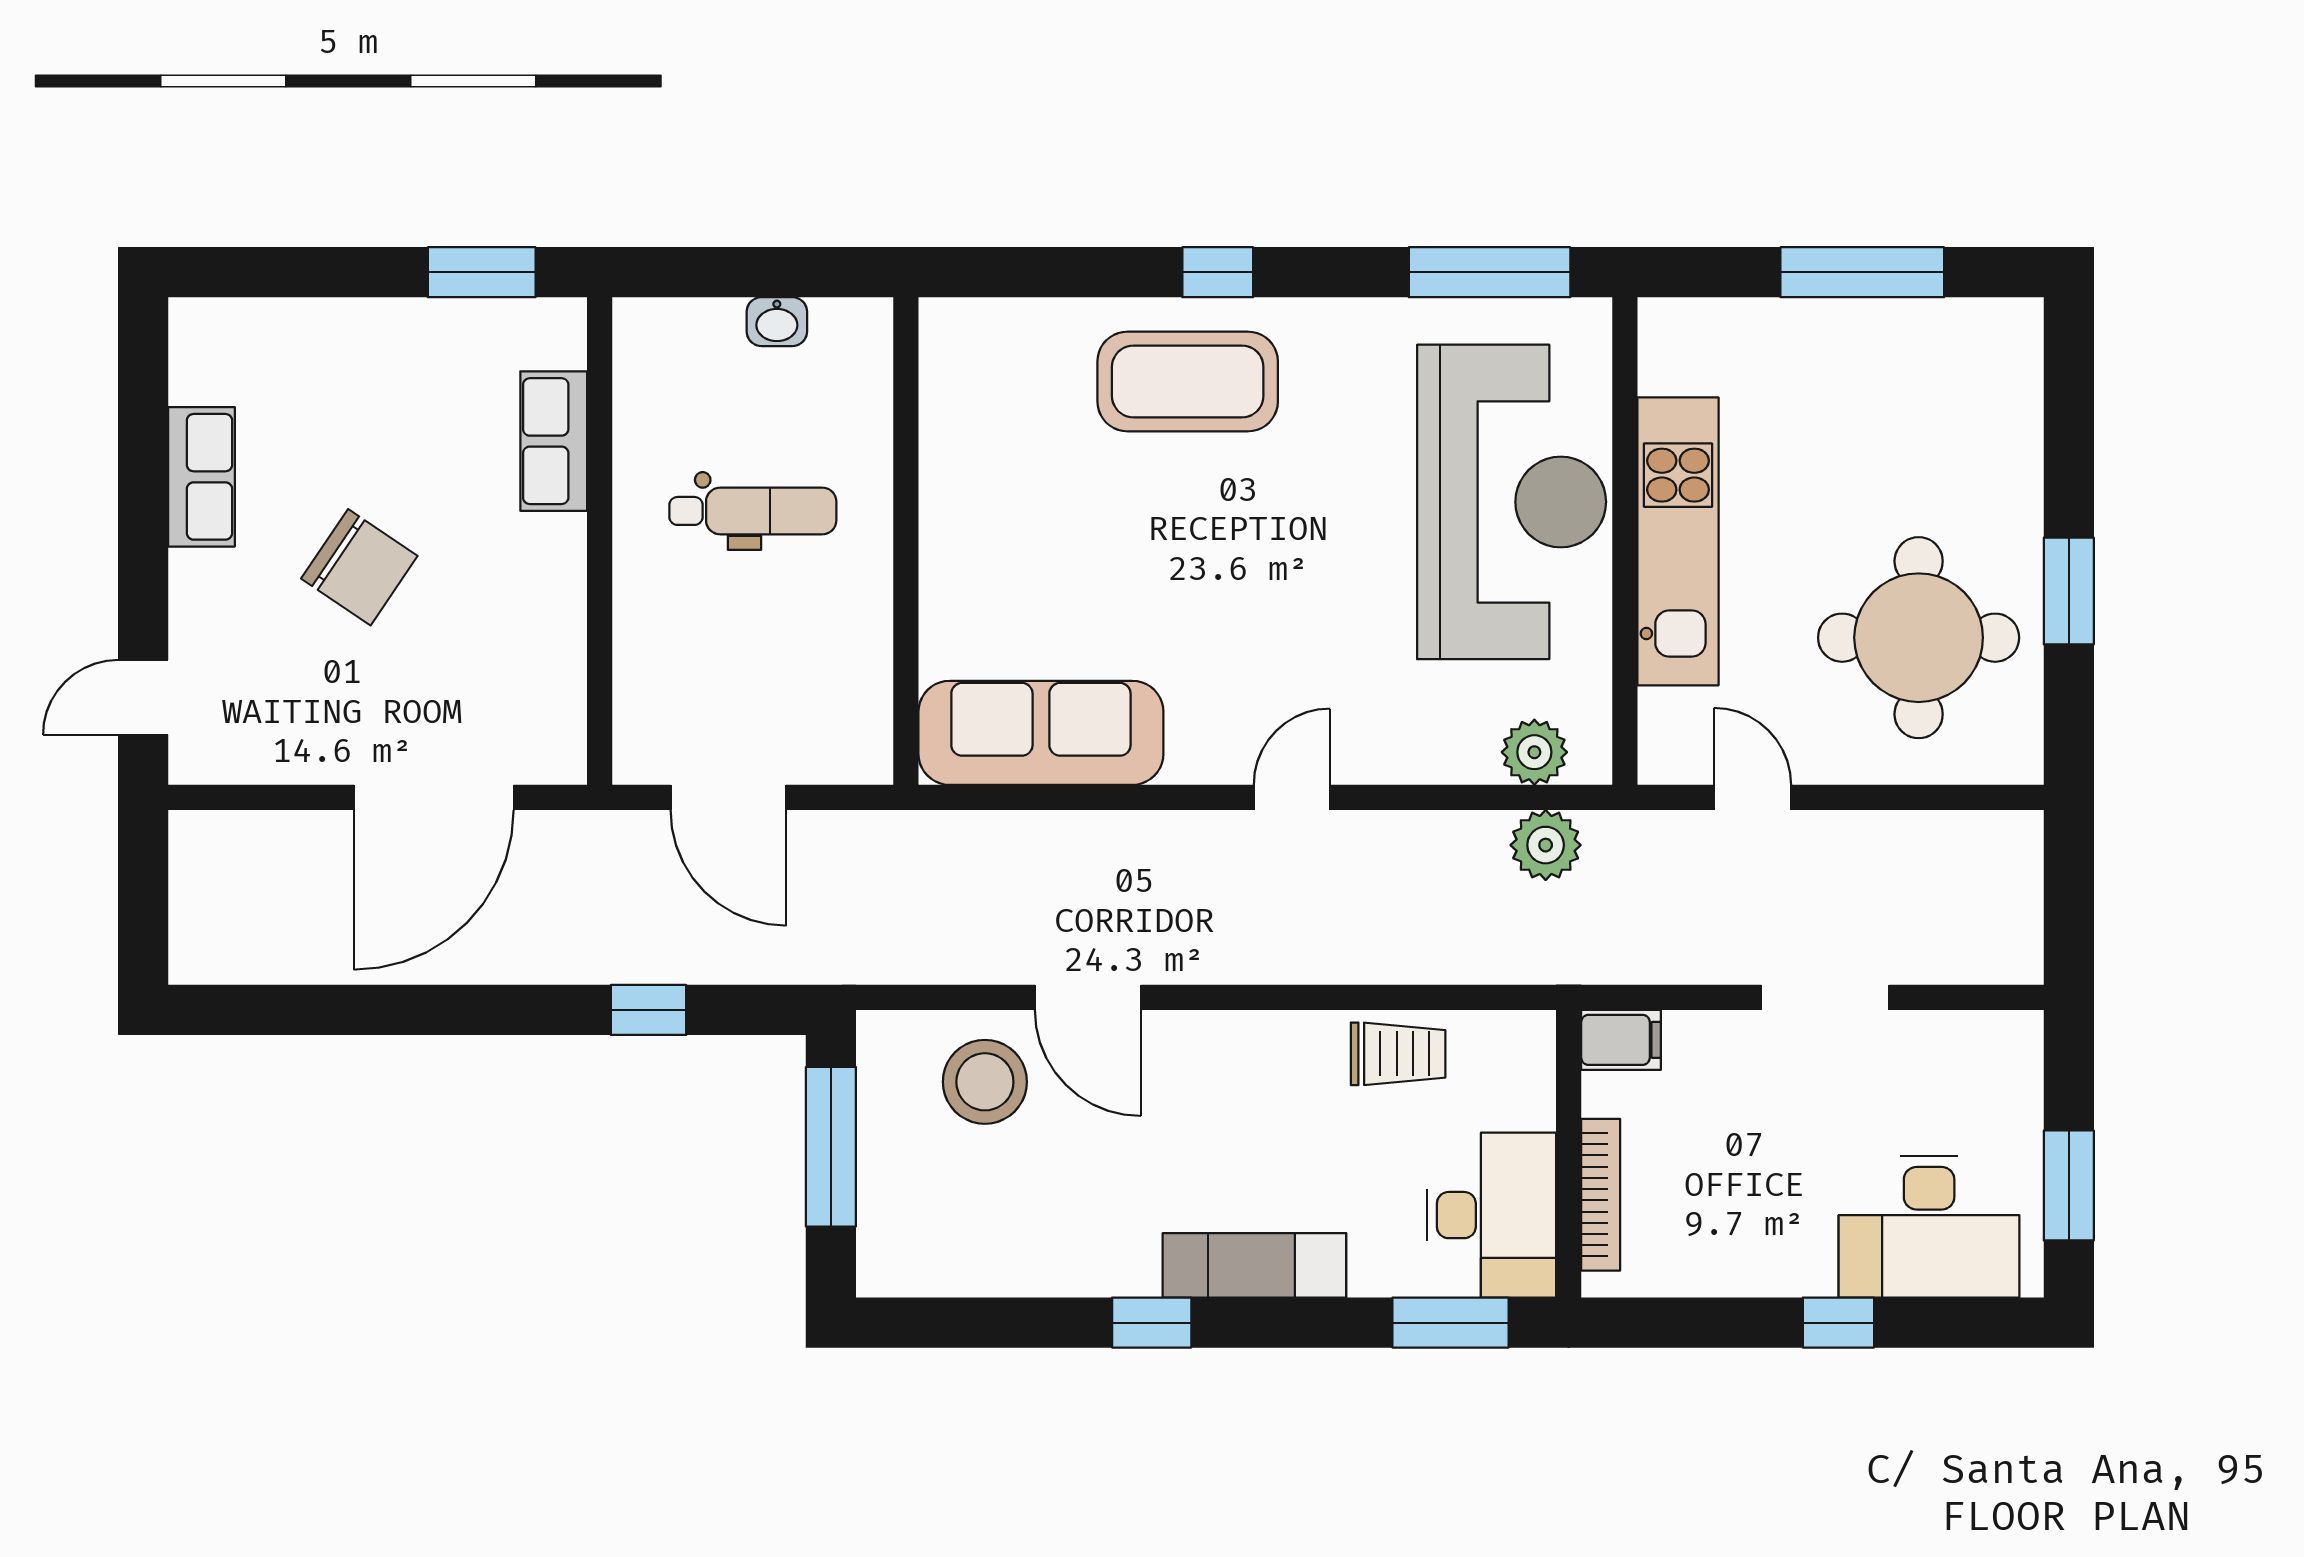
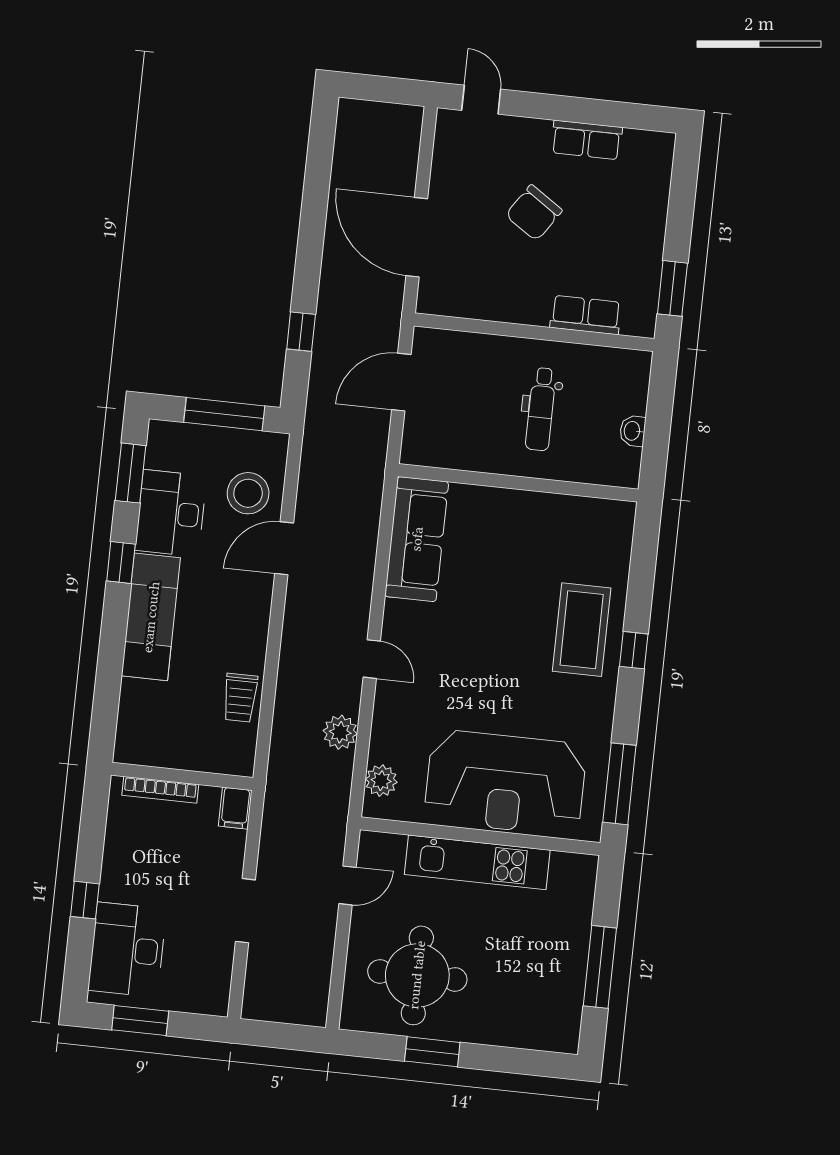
plant: (1546, 845) -> (340, 732), moved
desk: (1491, 1215) -> (171, 513), moved, turned 90
exam couch: (1254, 1265) -> (151, 617), width x1.36, depth x1.45
window: (1451, 1323) -> (131, 473), moved

